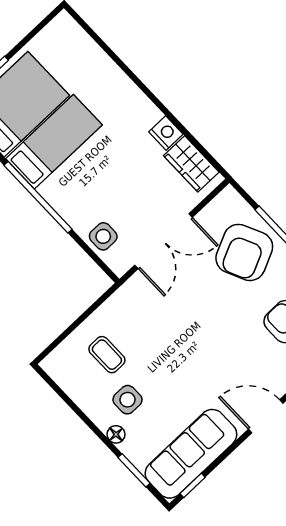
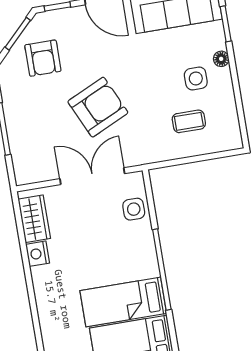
armchair: (244, 252) -> (98, 107), moved
coffee table: (107, 355) -> (189, 121), turned 90

